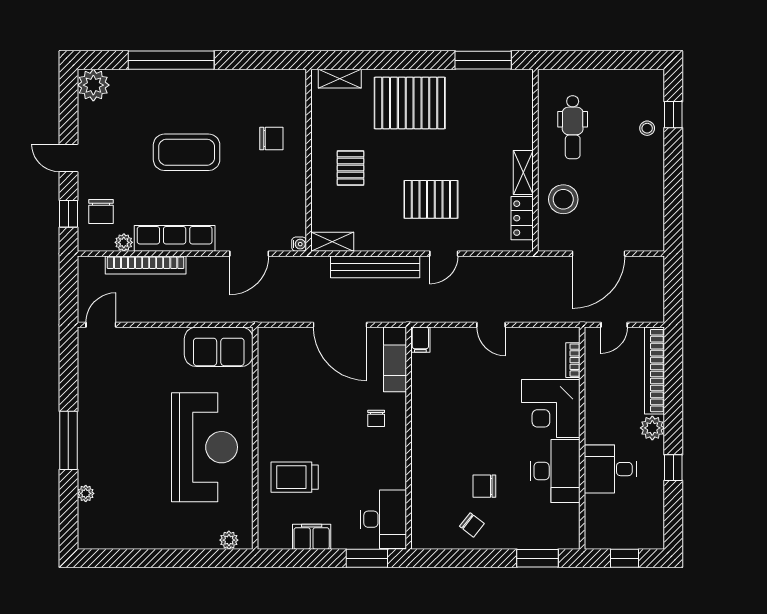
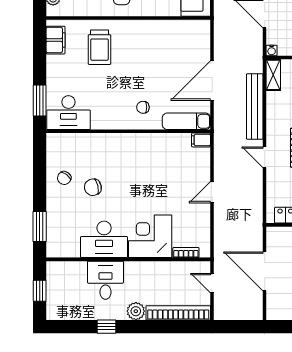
trolley: (295, 477) -> (99, 47), turned 180
chair: (484, 486) -> (93, 187), turned -102
filing cabinet: (312, 537) -> (56, 40), moved

